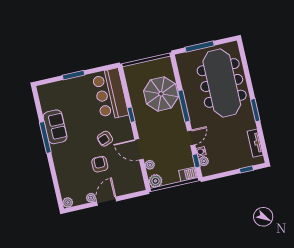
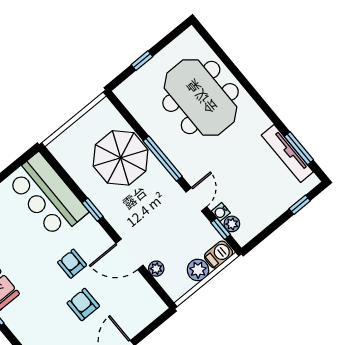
window: (200, 46) -> (142, 61), width x0.46
meeting table: (222, 83) -> (201, 97), width x0.73
window: (255, 110) -> (299, 148), moved
armchair: (105, 139) -> (72, 264), turned 110
tv unit: (255, 143) -> (287, 153), width x1.41
plant: (155, 181) -> (198, 270), moved

